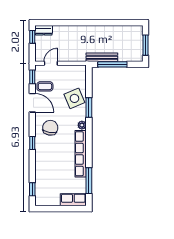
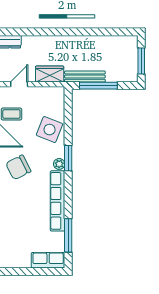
wardrobe: (75, 55) -> (50, 74), added
side table: (74, 98) -> (50, 130), turned 45
window: (89, 107) -> (68, 158), moved
chair: (50, 128) -> (18, 167), turned -127

